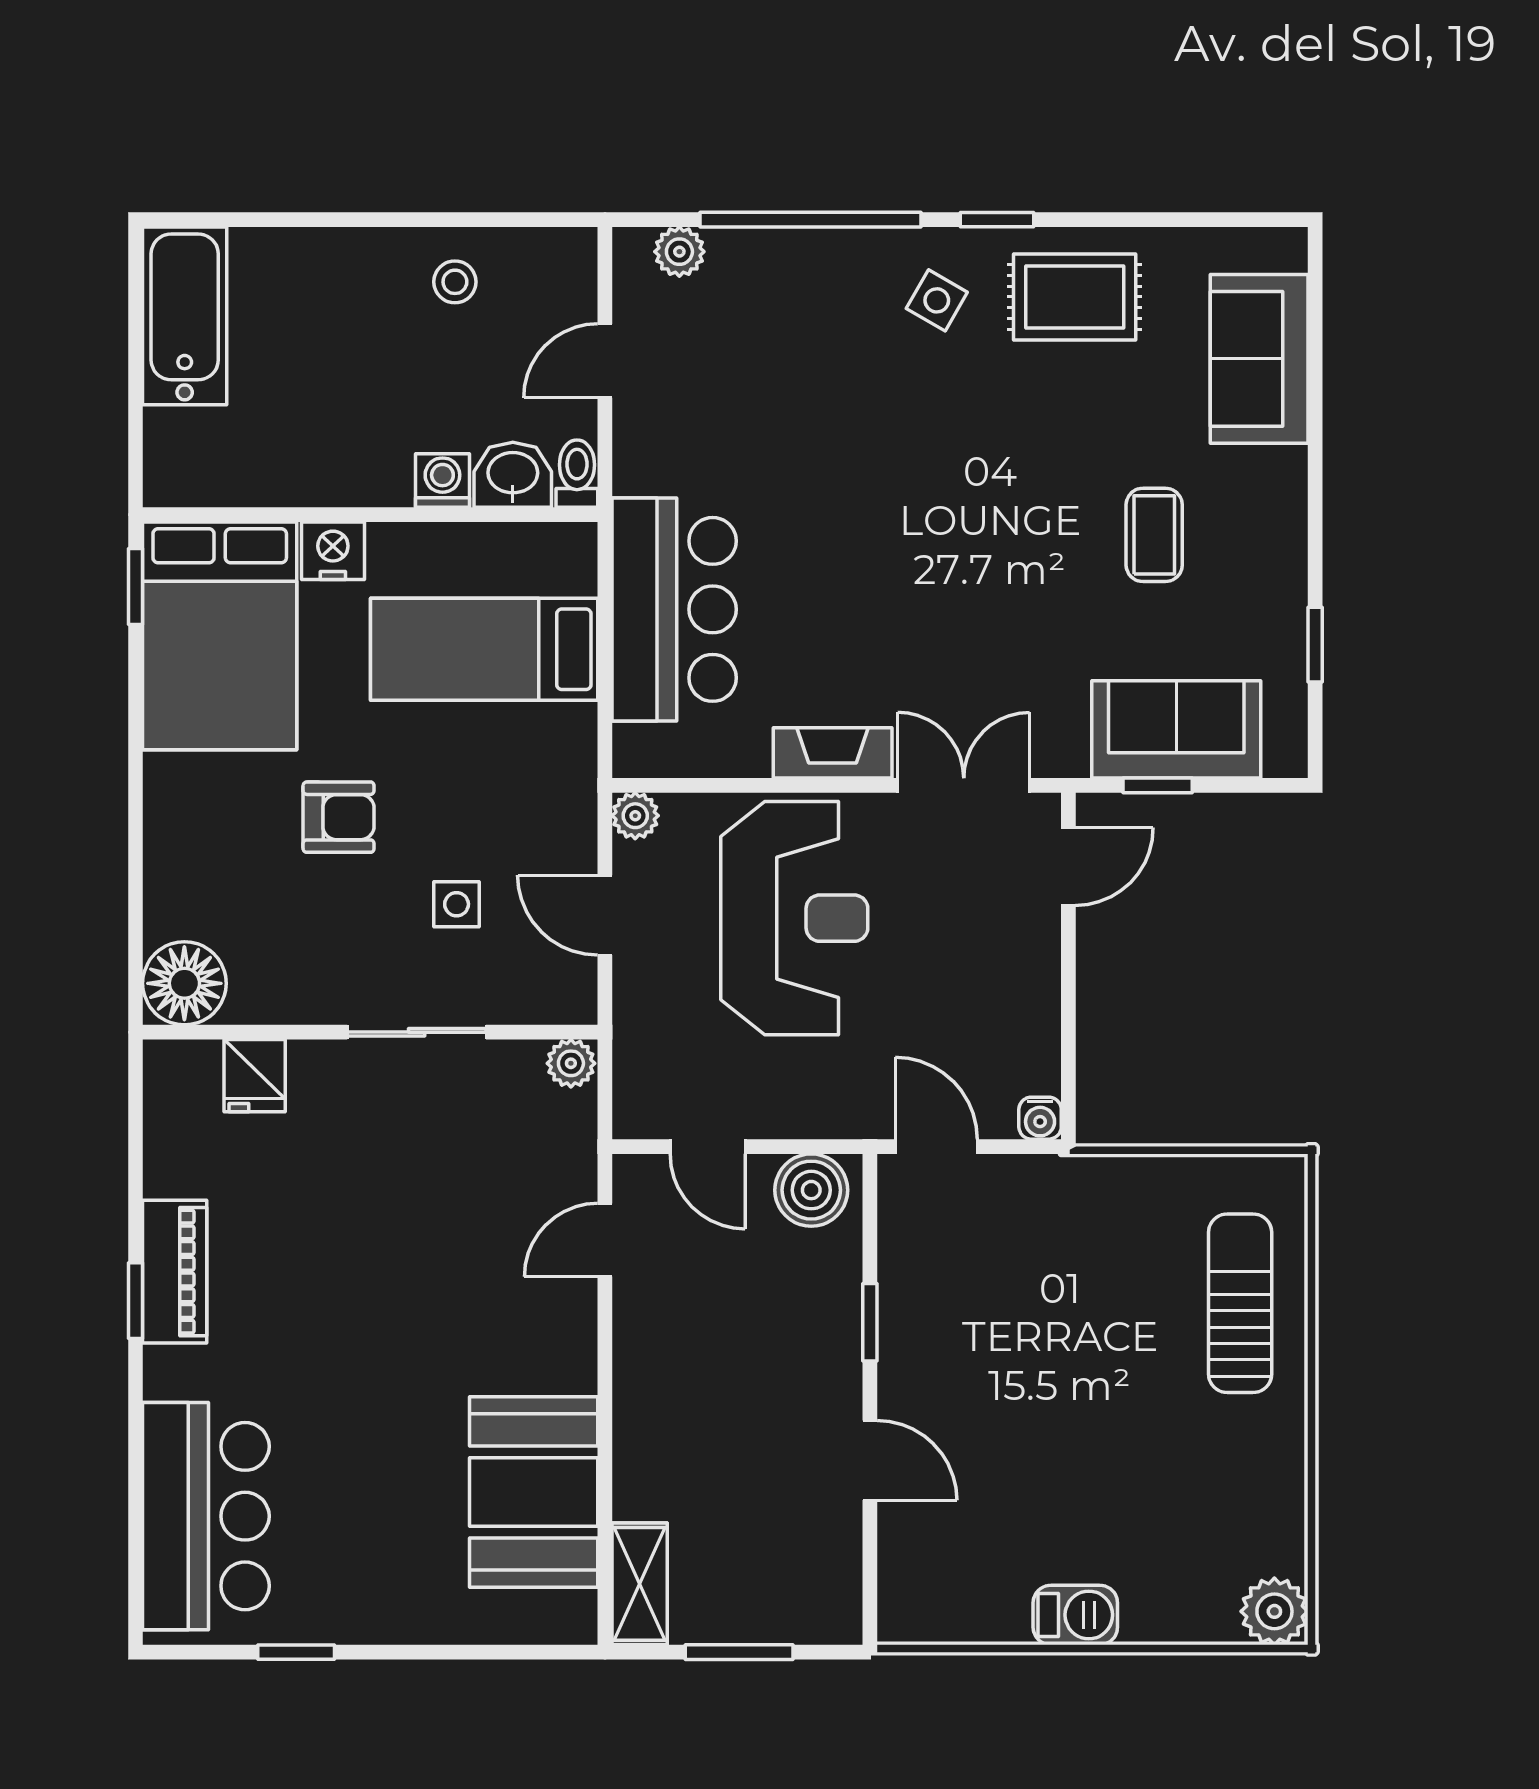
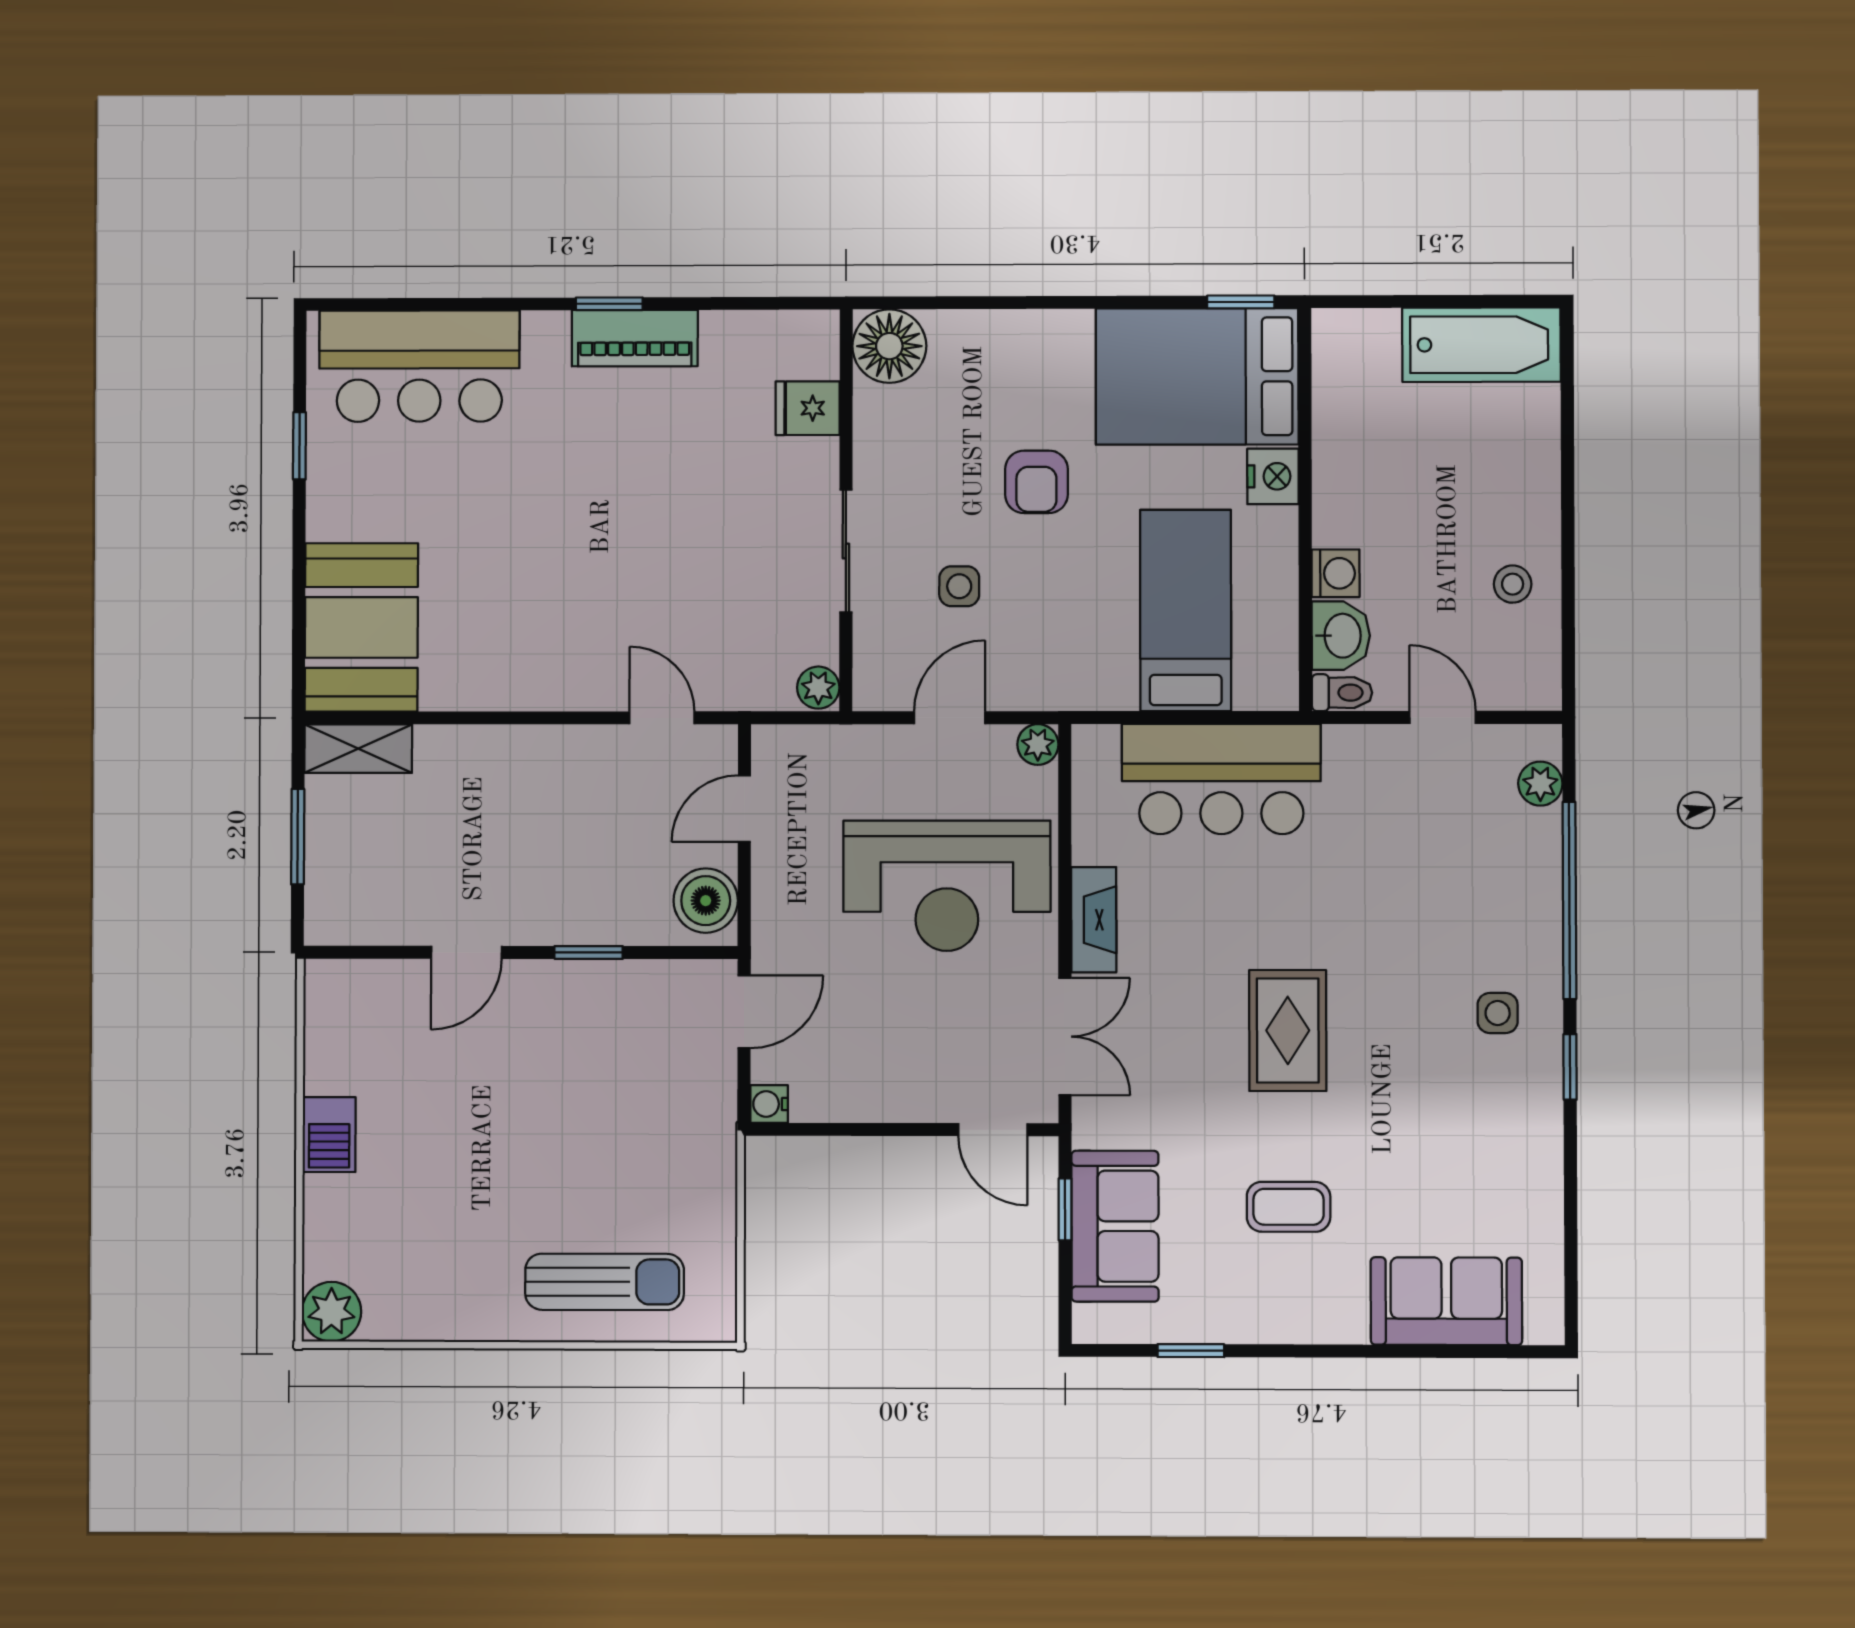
rug: (1075, 297) -> (1288, 1030), moved
side table: (937, 300) -> (1498, 1013), turned -30
booth: (534, 1492) -> (361, 627), moved, turned 90

